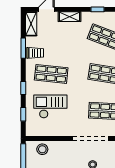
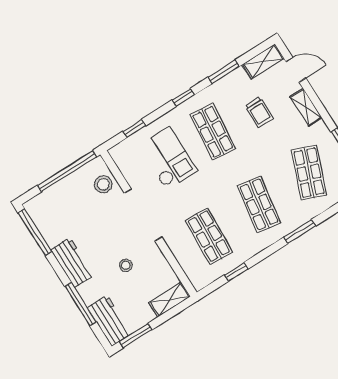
trolley: (35, 53) -> (259, 112), moved
window: (23, 88) -> (183, 97), moved
doorway: (91, 138) -> (143, 215), moved

